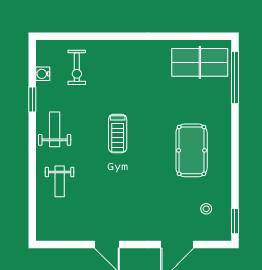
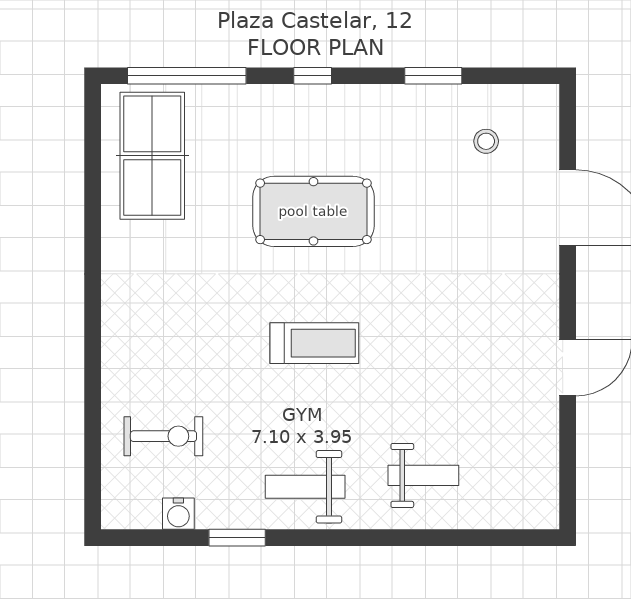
window: (235, 133) -> (313, 76), added
pool table: (192, 150) -> (313, 211), moved
window: (235, 221) -> (433, 76), moved

